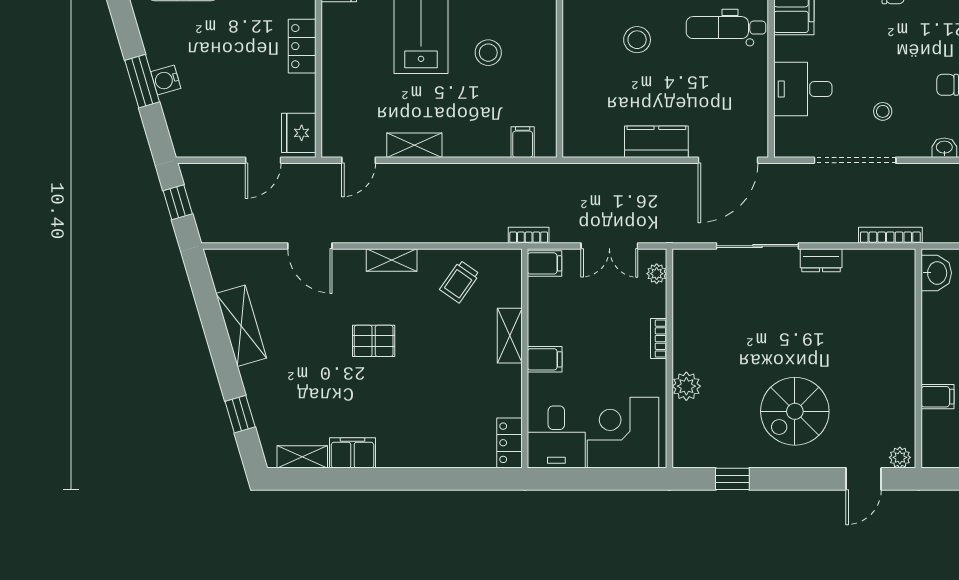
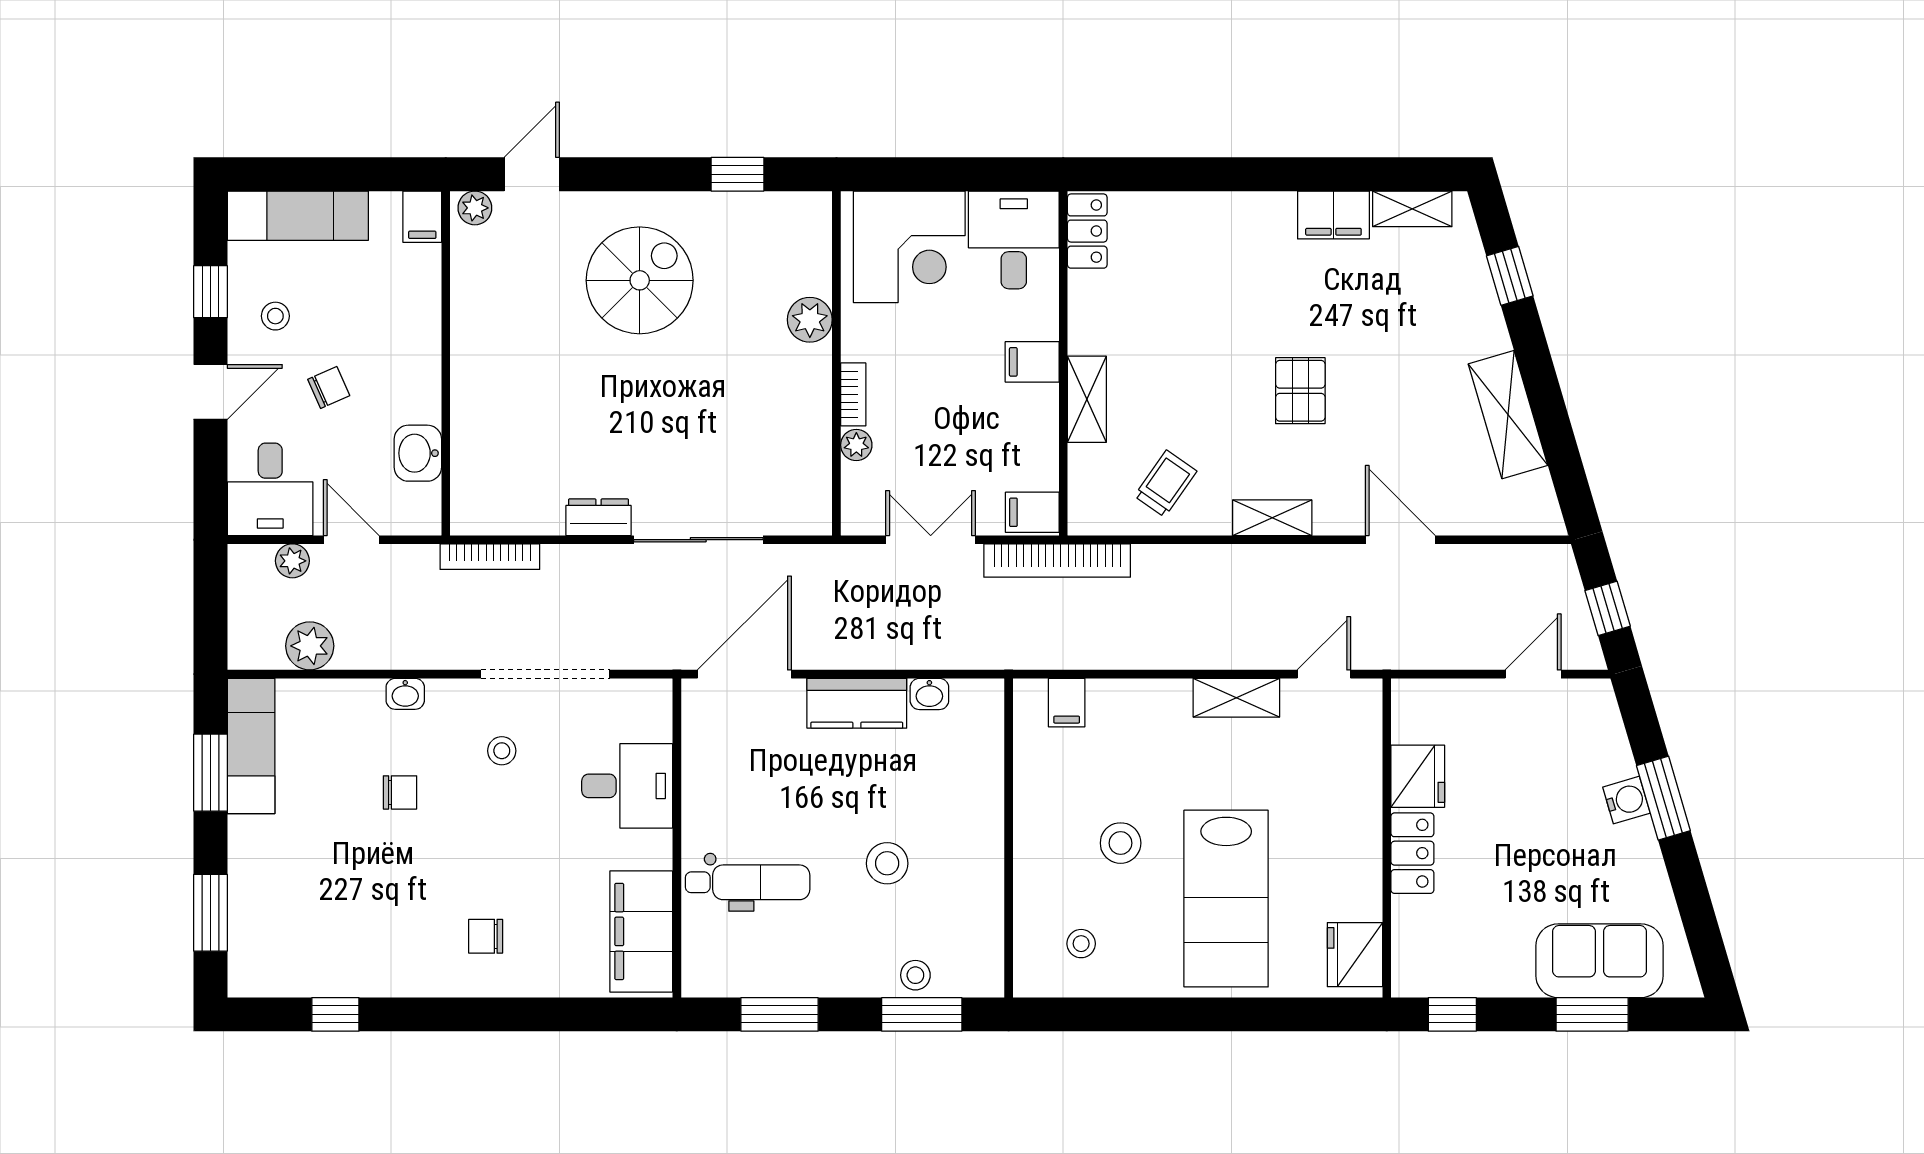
fridge: (299, 133) -> (1418, 776), moved
washbasin: (610, 148) -> (929, 694), added
door: (263, 160) -> (1533, 674), moved
bookcase: (529, 235) -> (1057, 561), width x2.31, depth x1.31
washbasin: (936, 273) -> (418, 453), moved
plant: (657, 274) -> (856, 445), moved
pallet: (374, 341) -> (1300, 391), turned 90
filing cabinet: (937, 397) -> (422, 217), moved, turned -90

